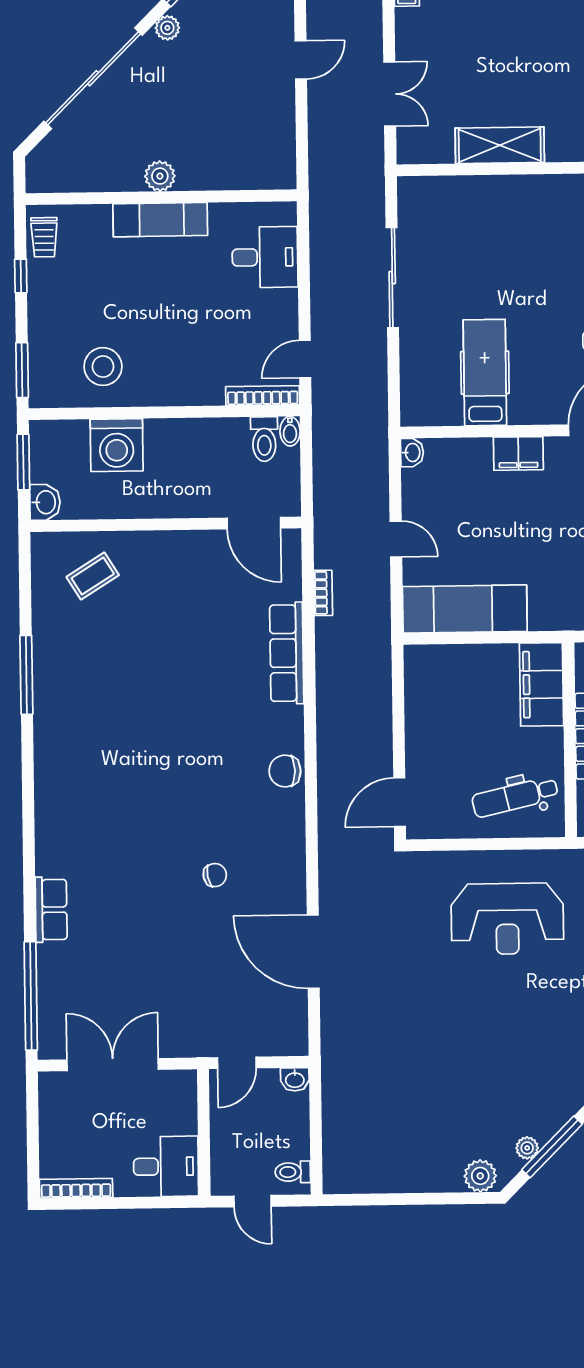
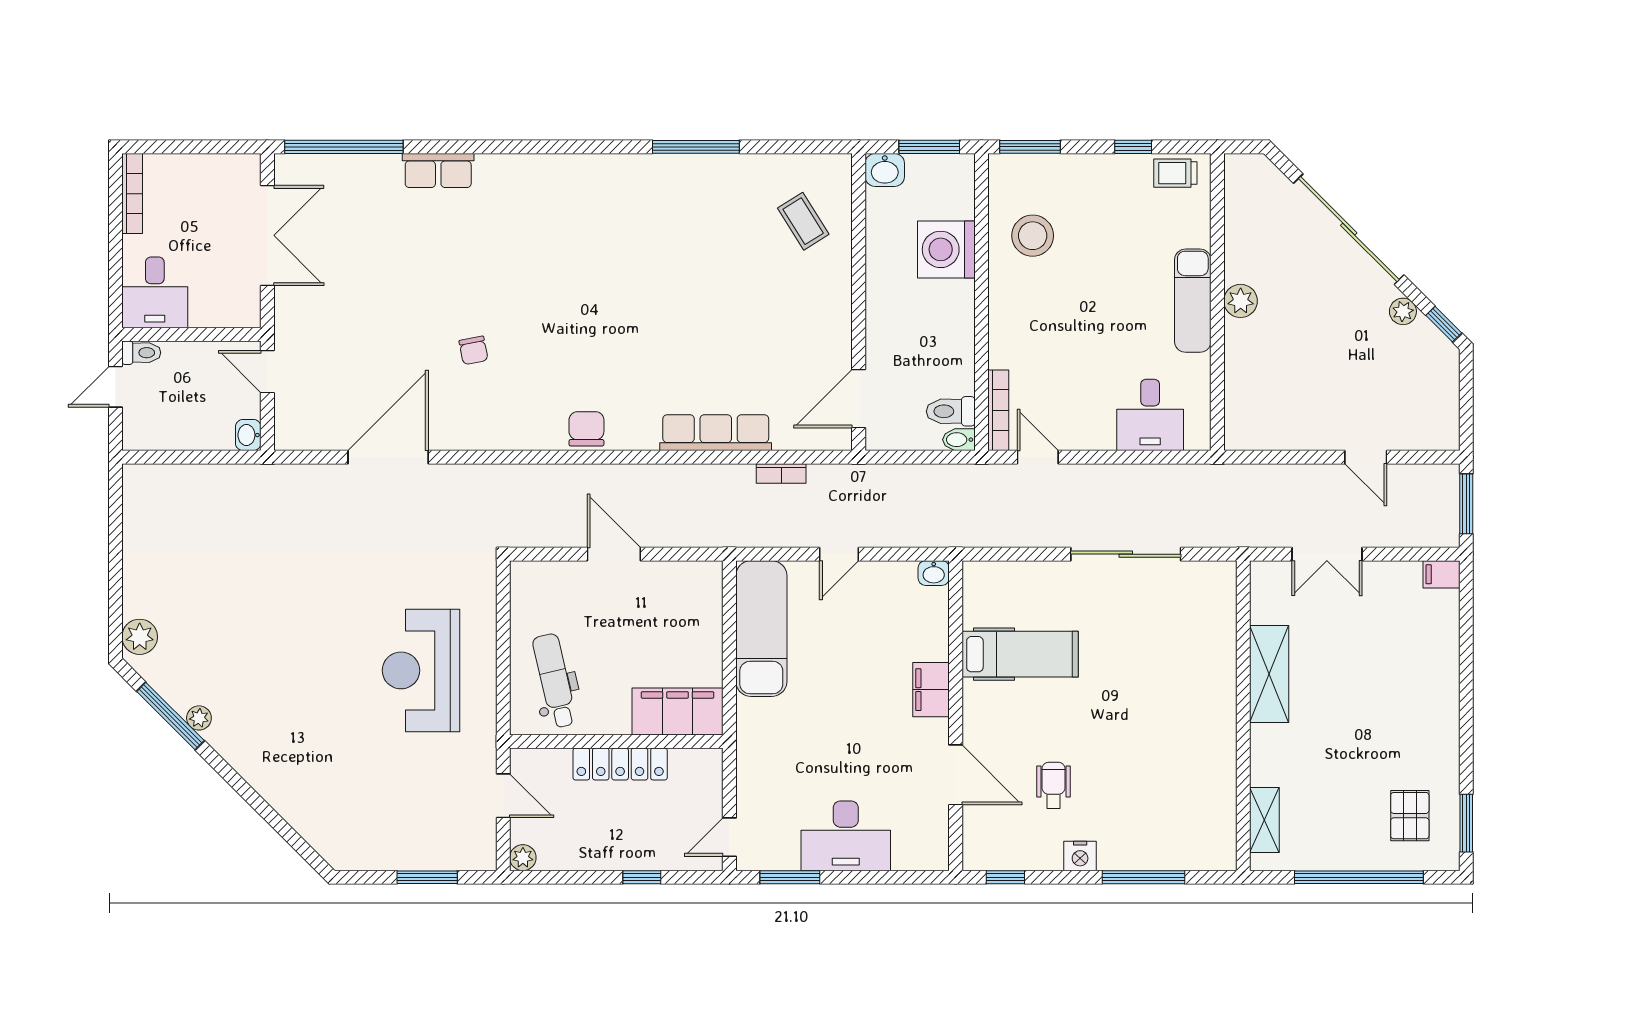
door: (400, 802) -> (614, 554), moved
plant: (527, 1148) -> (199, 718), moved
toilet: (293, 1172) -> (141, 353), moved, turned 90

